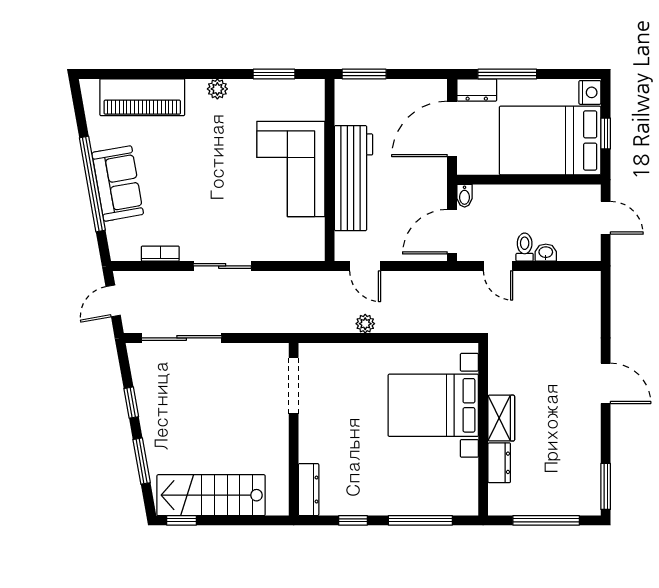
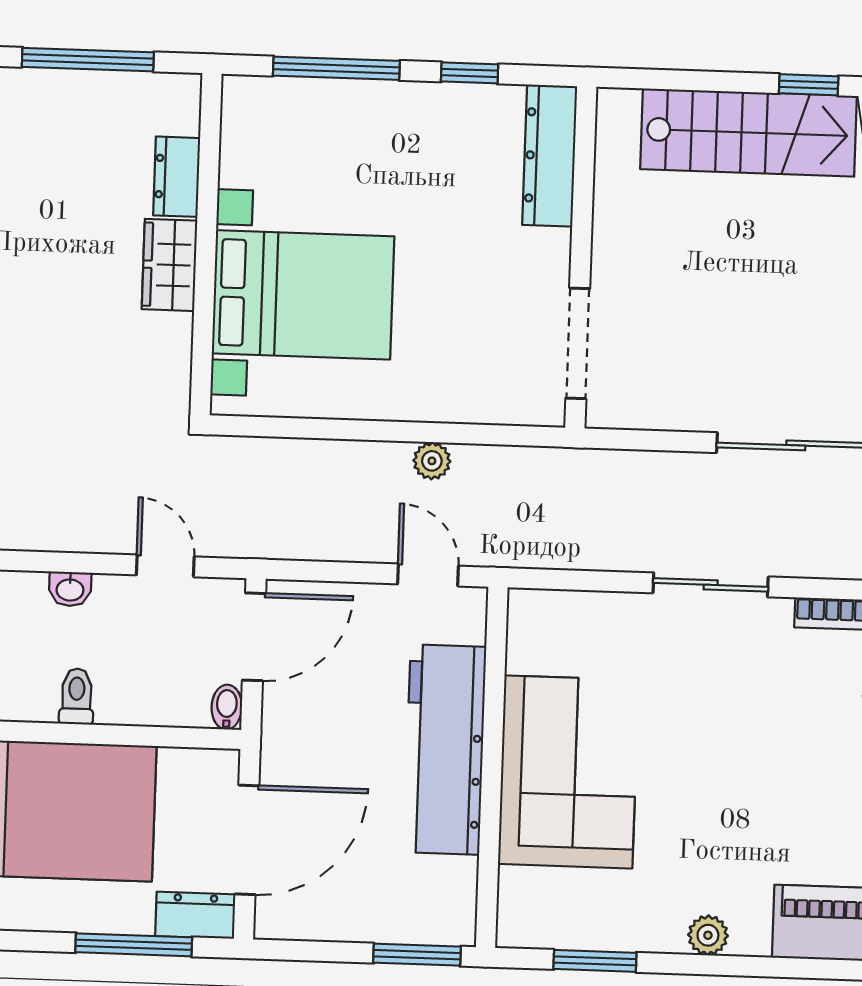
toilet: (525, 247) -> (77, 696), moved, turned 180
dresser: (309, 490) -> (550, 156), width x1.37, depth x1.24

